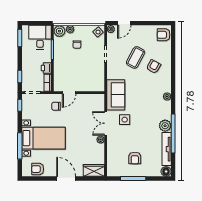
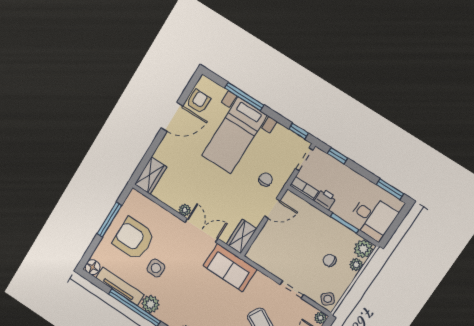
door: (69, 93) -> (272, 209), swing flipped
wardrobe: (95, 99) -> (242, 236), added
side table: (125, 120) -> (156, 268), moved
armchair: (135, 158) -> (134, 239), width x1.88, depth x1.88
door: (66, 179) -> (172, 117), moved

